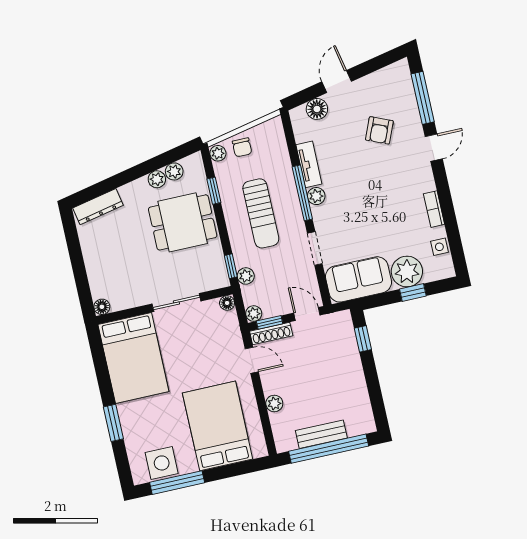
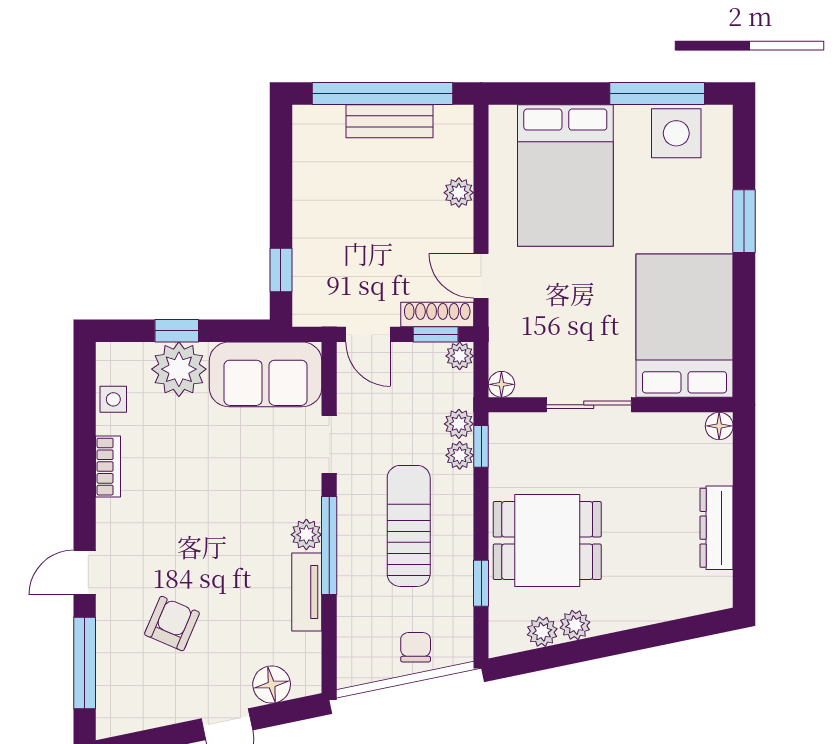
plant: (218, 153) -> (460, 455), moved
dresser: (98, 207) -> (717, 528), moved, turned -78

